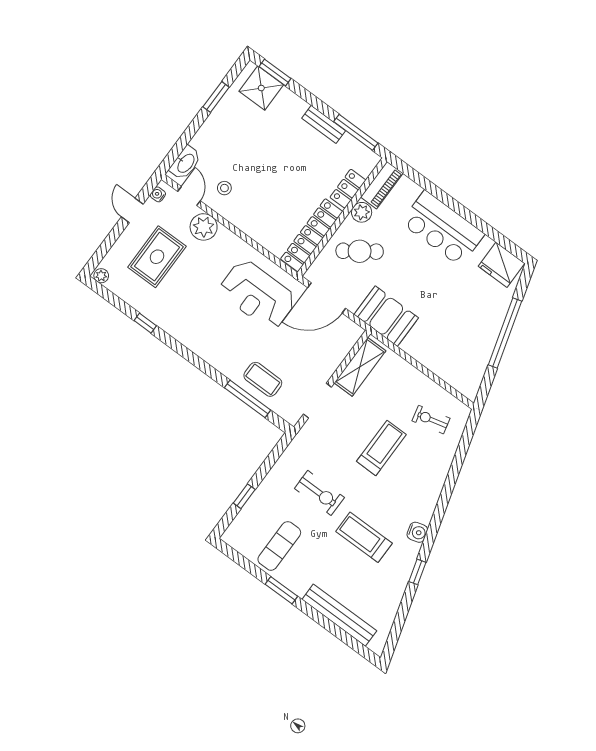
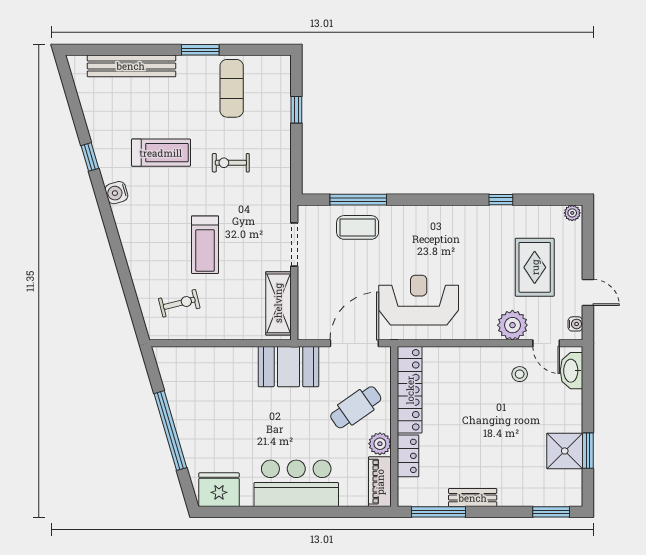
shower: (261, 88) -> (565, 451), moved
exercise bike: (319, 493) -> (231, 163), width x0.73, depth x0.72

